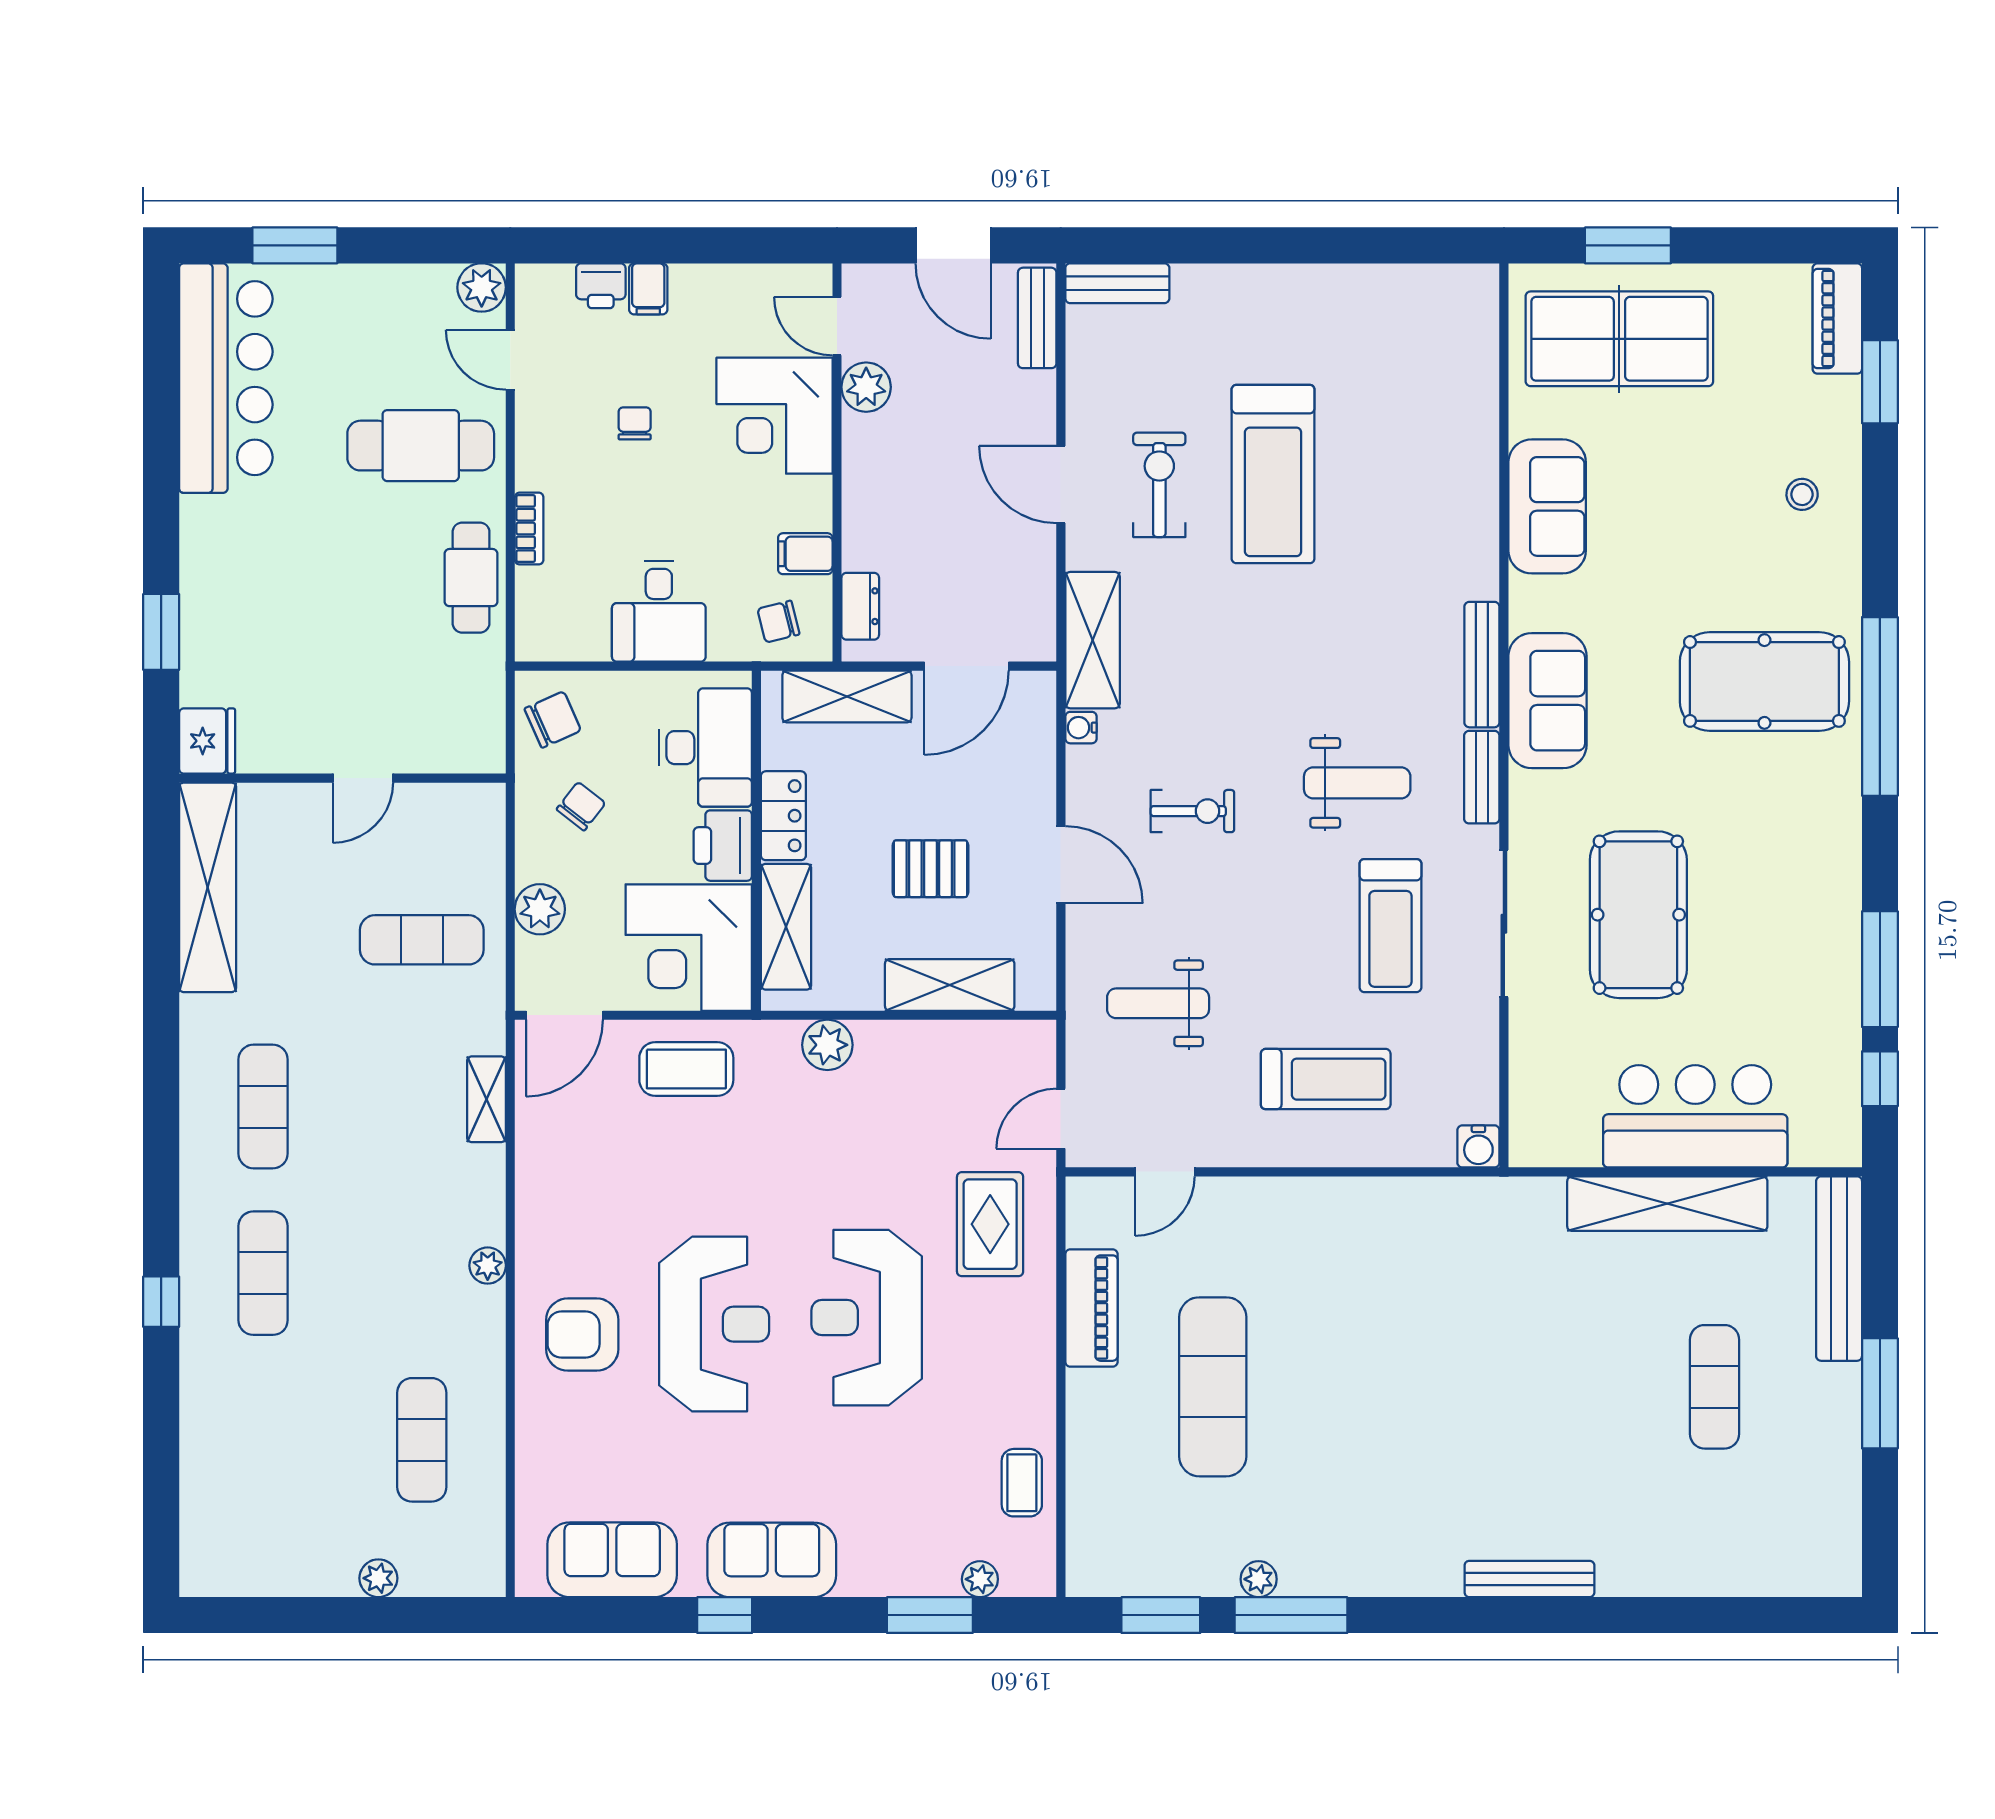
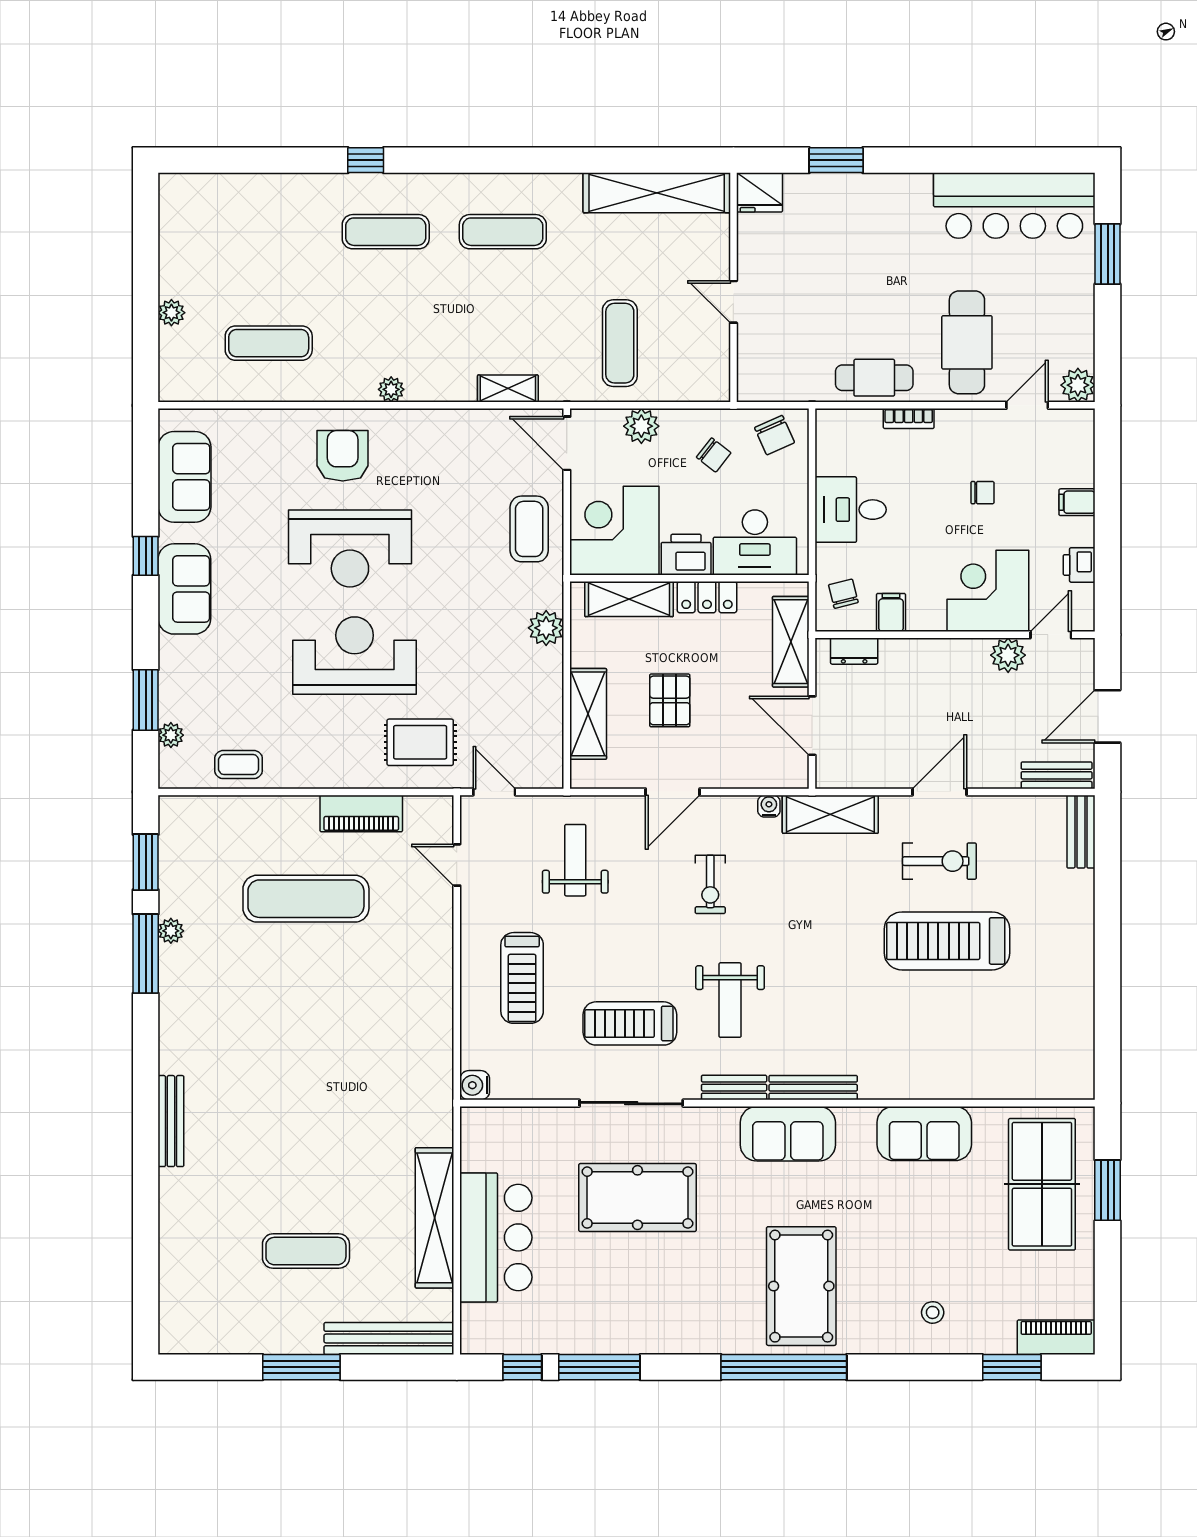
printer: (601, 286) -> (1079, 565), moved

